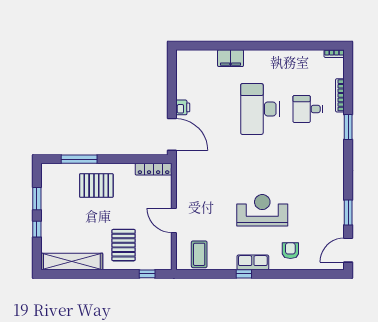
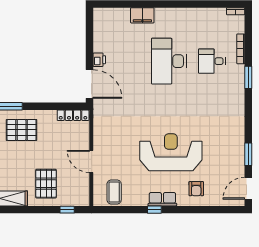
reception desk: (262, 210) -> (171, 152), width x1.36, depth x1.30
armchair: (290, 251) -> (196, 189), turned 180

